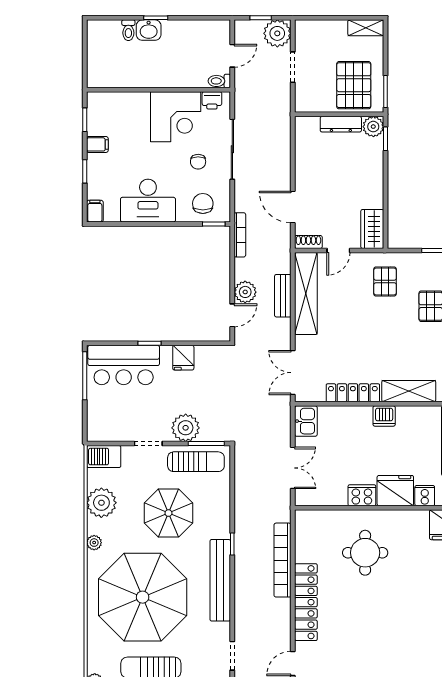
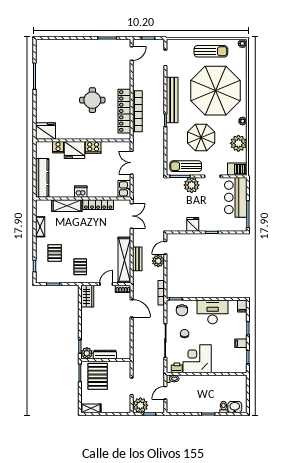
washbasin: (149, 30) -> (235, 407), moved
bar counter: (124, 365) -> (236, 197), moved, turned -90
round table: (365, 553) -> (92, 100), moved
locker: (306, 602) -> (124, 111), moved

